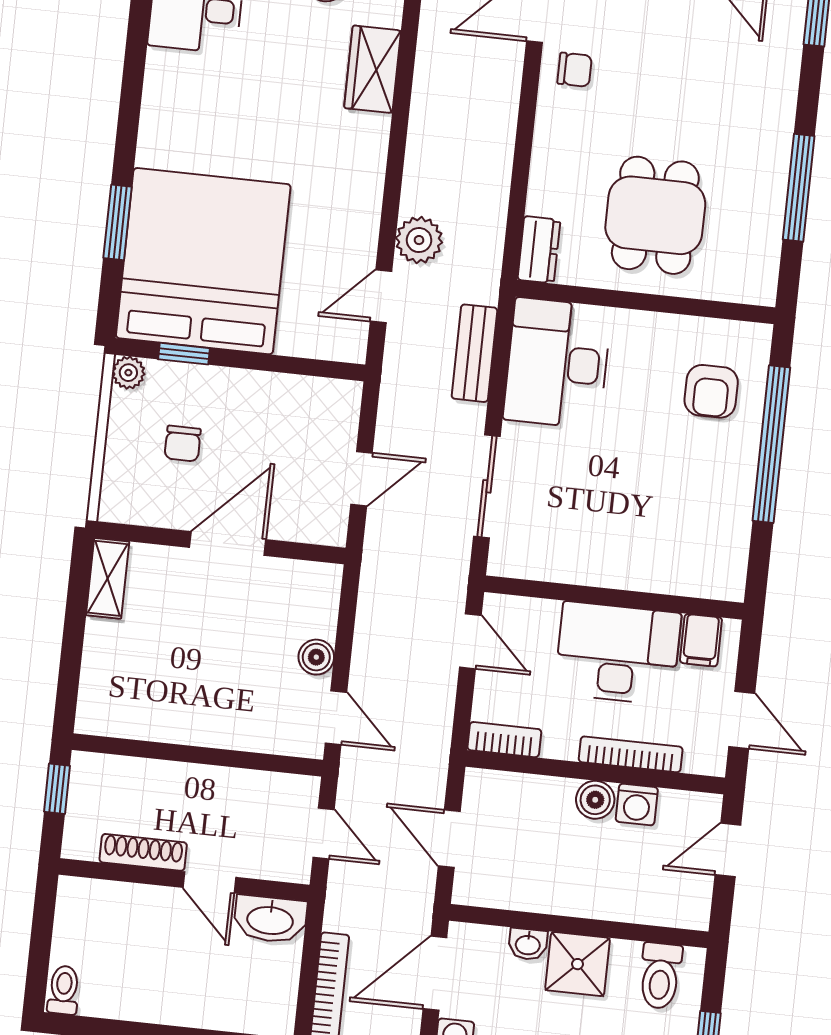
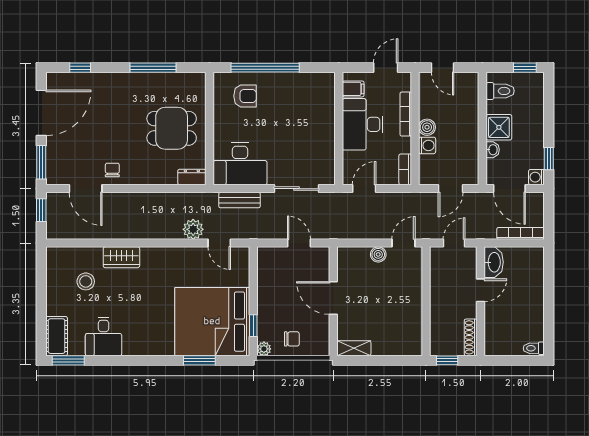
chair: (183, 444) -> (292, 339), moved
washing machine: (637, 804) -> (427, 145), moved
shoe rack: (143, 852) -> (471, 337), moved

